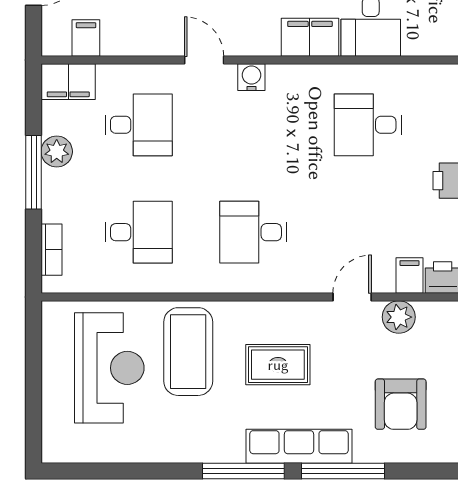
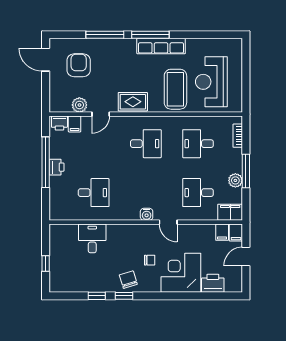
filing cabinet: (310, 37) -> (236, 232), moved, width x0.50
rug: (278, 365) -> (133, 102), moved
row of seats: (299, 446) -> (161, 46), moved

